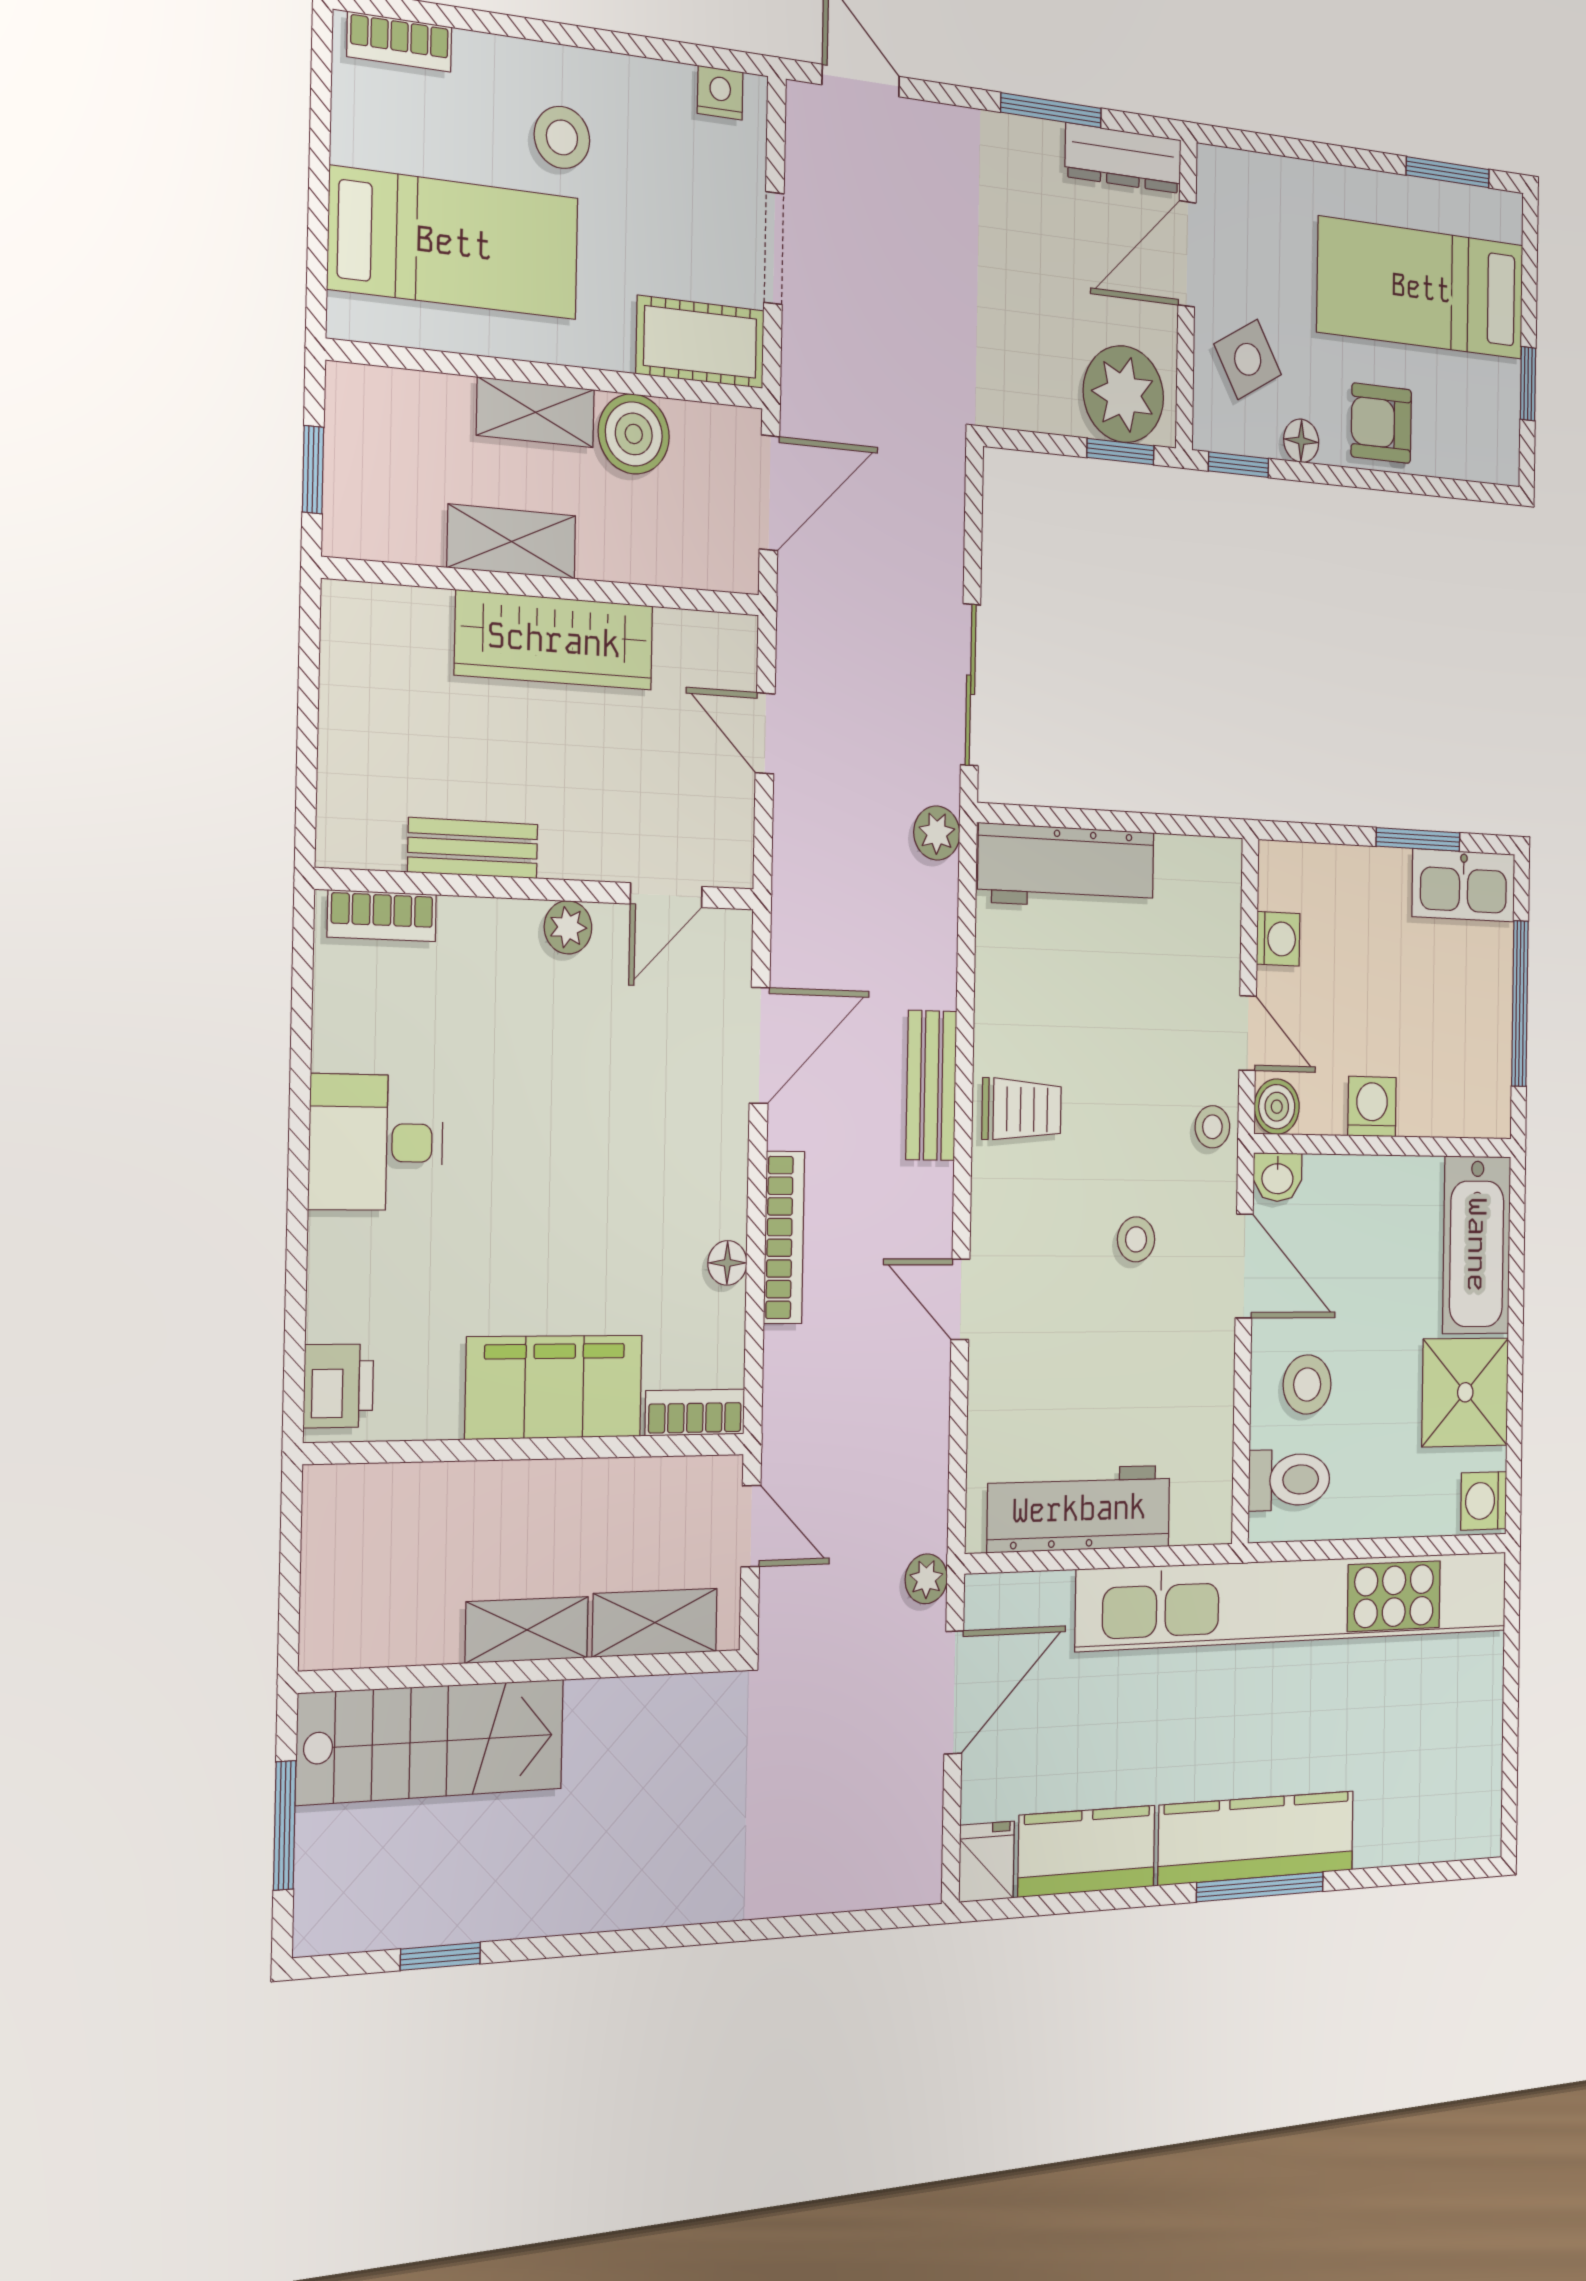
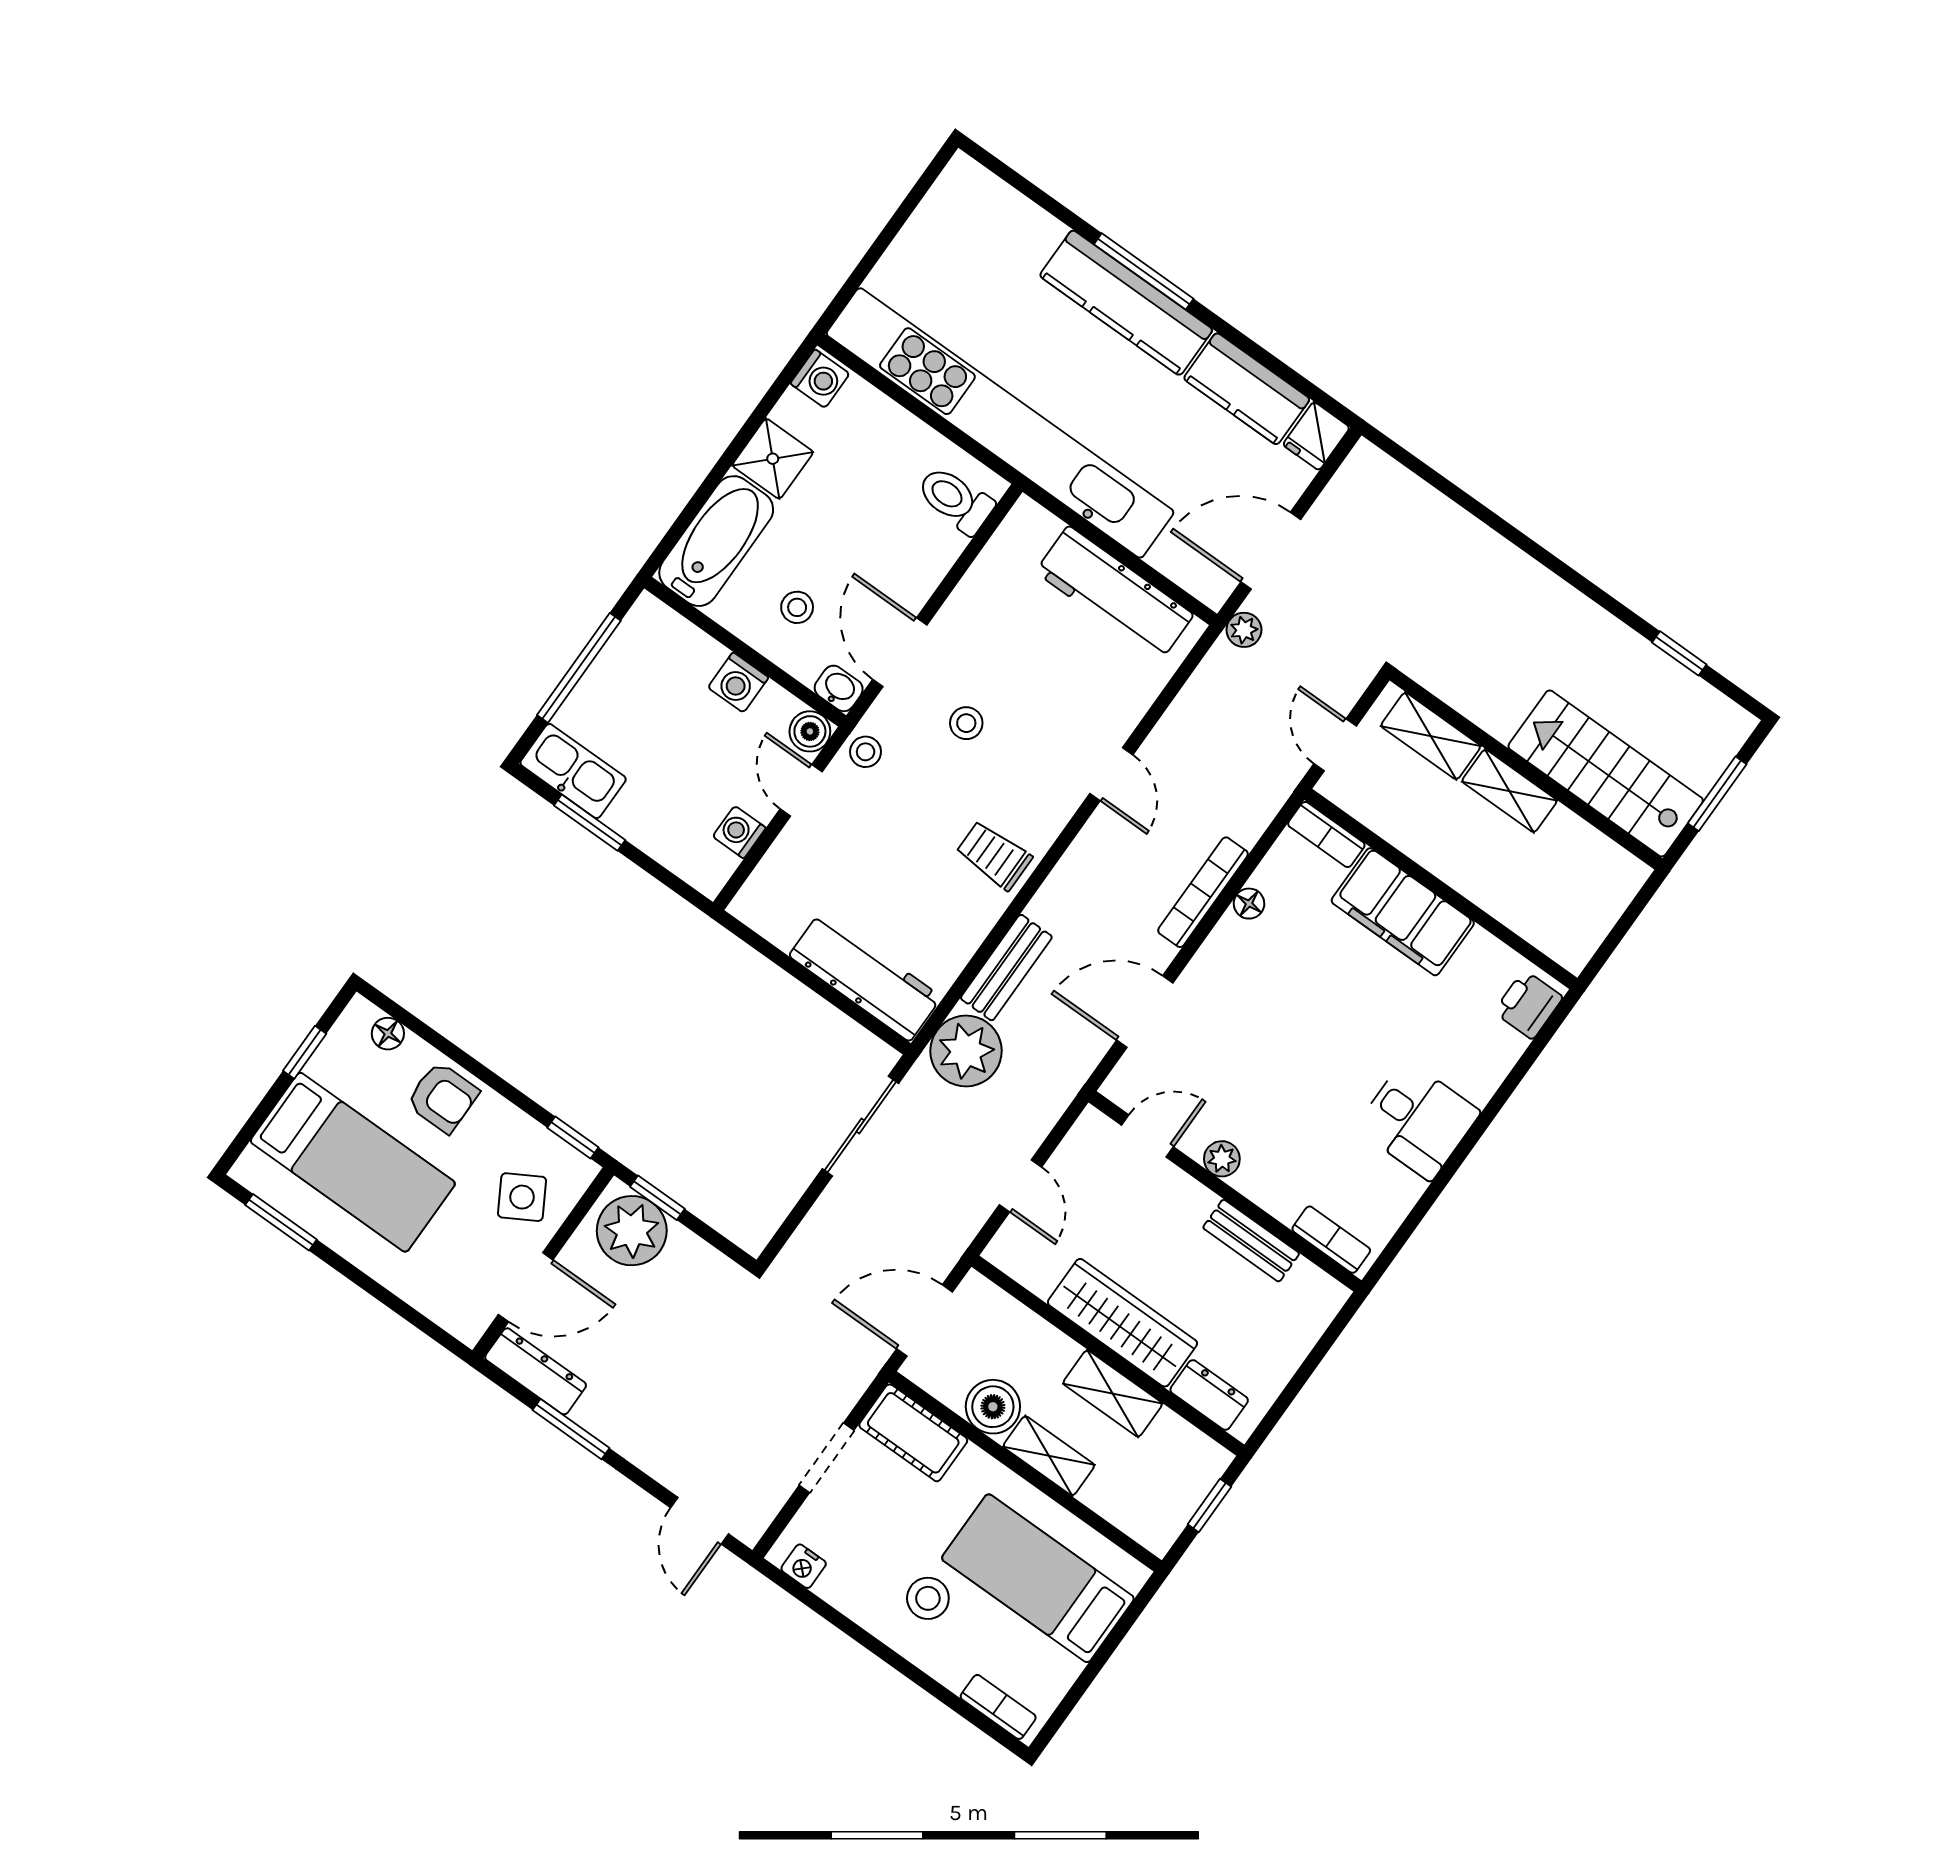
floor lamp: (1301, 441) -> (388, 1034), moved
dresser: (401, 615) -> (1209, 1395), added
plant: (937, 833) -> (966, 1051), width x1.87, depth x1.87
bench: (931, 1085) -> (1006, 968), moved
stool: (1307, 1384) -> (797, 607), moved, width x0.73, depth x0.73
shower: (1465, 1392) -> (773, 459), width x0.73, depth x0.73

